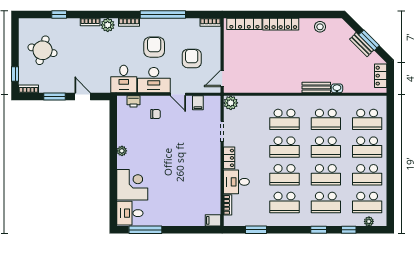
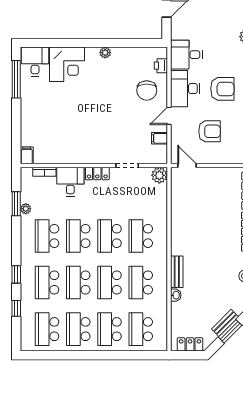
chair: (155, 114) -> (147, 90), width x1.87, depth x1.87
plant: (369, 221) -> (26, 209), moved

